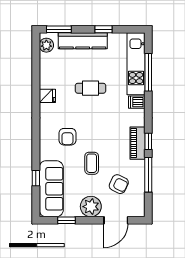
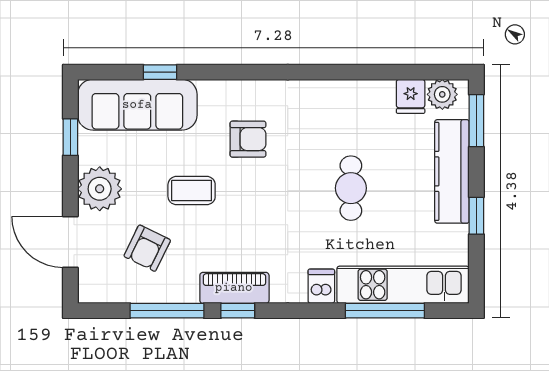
fridge: (47, 96) -> (411, 96), moved
armchair: (67, 137) -> (248, 139), turned 180

